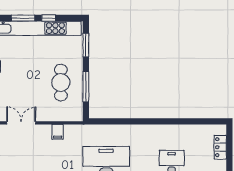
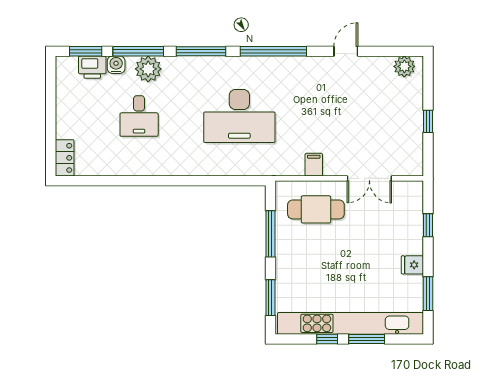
cafe table: (61, 83) -> (316, 209), moved, turned 90
locker: (220, 147) -> (65, 158), moved

